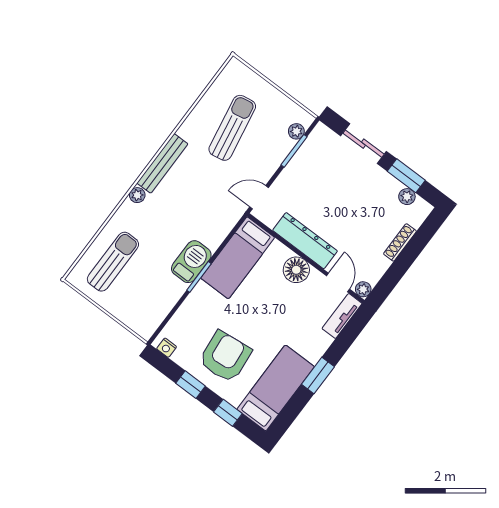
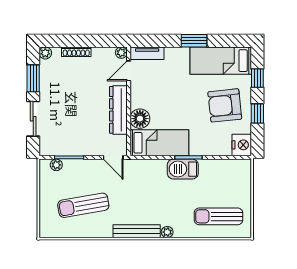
plant: (407, 197) -> (45, 53), moved
floor lamp: (296, 270) -> (140, 119), moved
nightstand: (167, 348) -> (242, 145), width x1.89, depth x1.79

